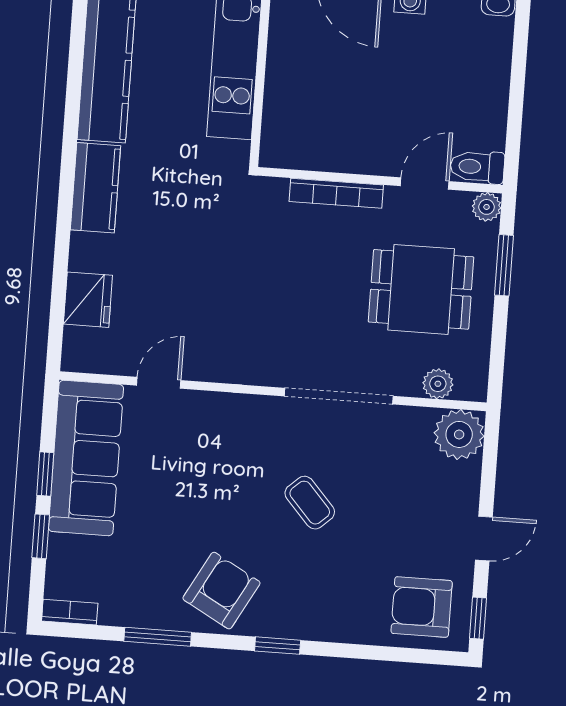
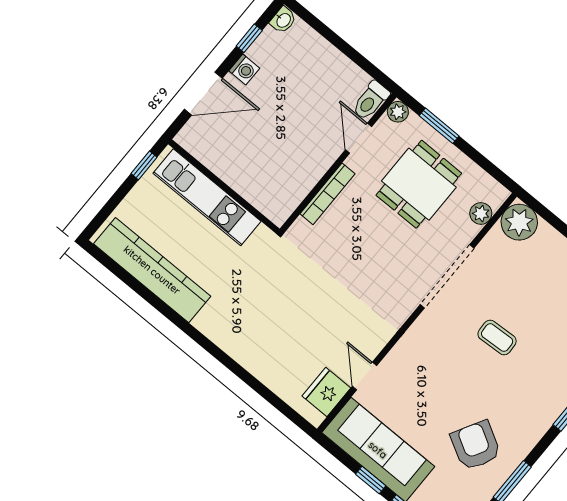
kitchen counter: (95, 188) -> (225, 332), removed
fridge: (88, 300) -> (326, 392), moved, turned -90
coffee table: (310, 503) -> (497, 338), turned 39
armchair: (221, 591) -> (476, 445), moved

